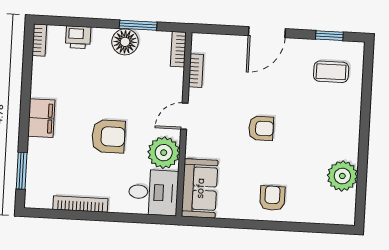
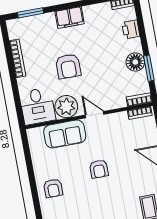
bookcase: (196, 71) -> (140, 113), moved
sofa: (200, 188) -> (65, 134), moved
armchair: (272, 198) -> (53, 188), turned 90

